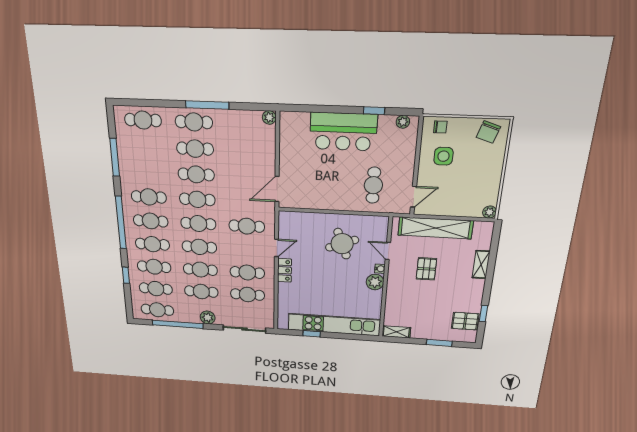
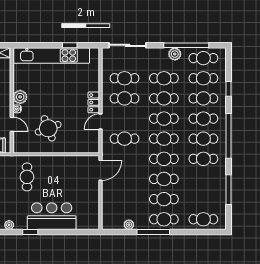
plant: (269, 117) -> (129, 225), moved
plant: (208, 317) -> (175, 54), moved

